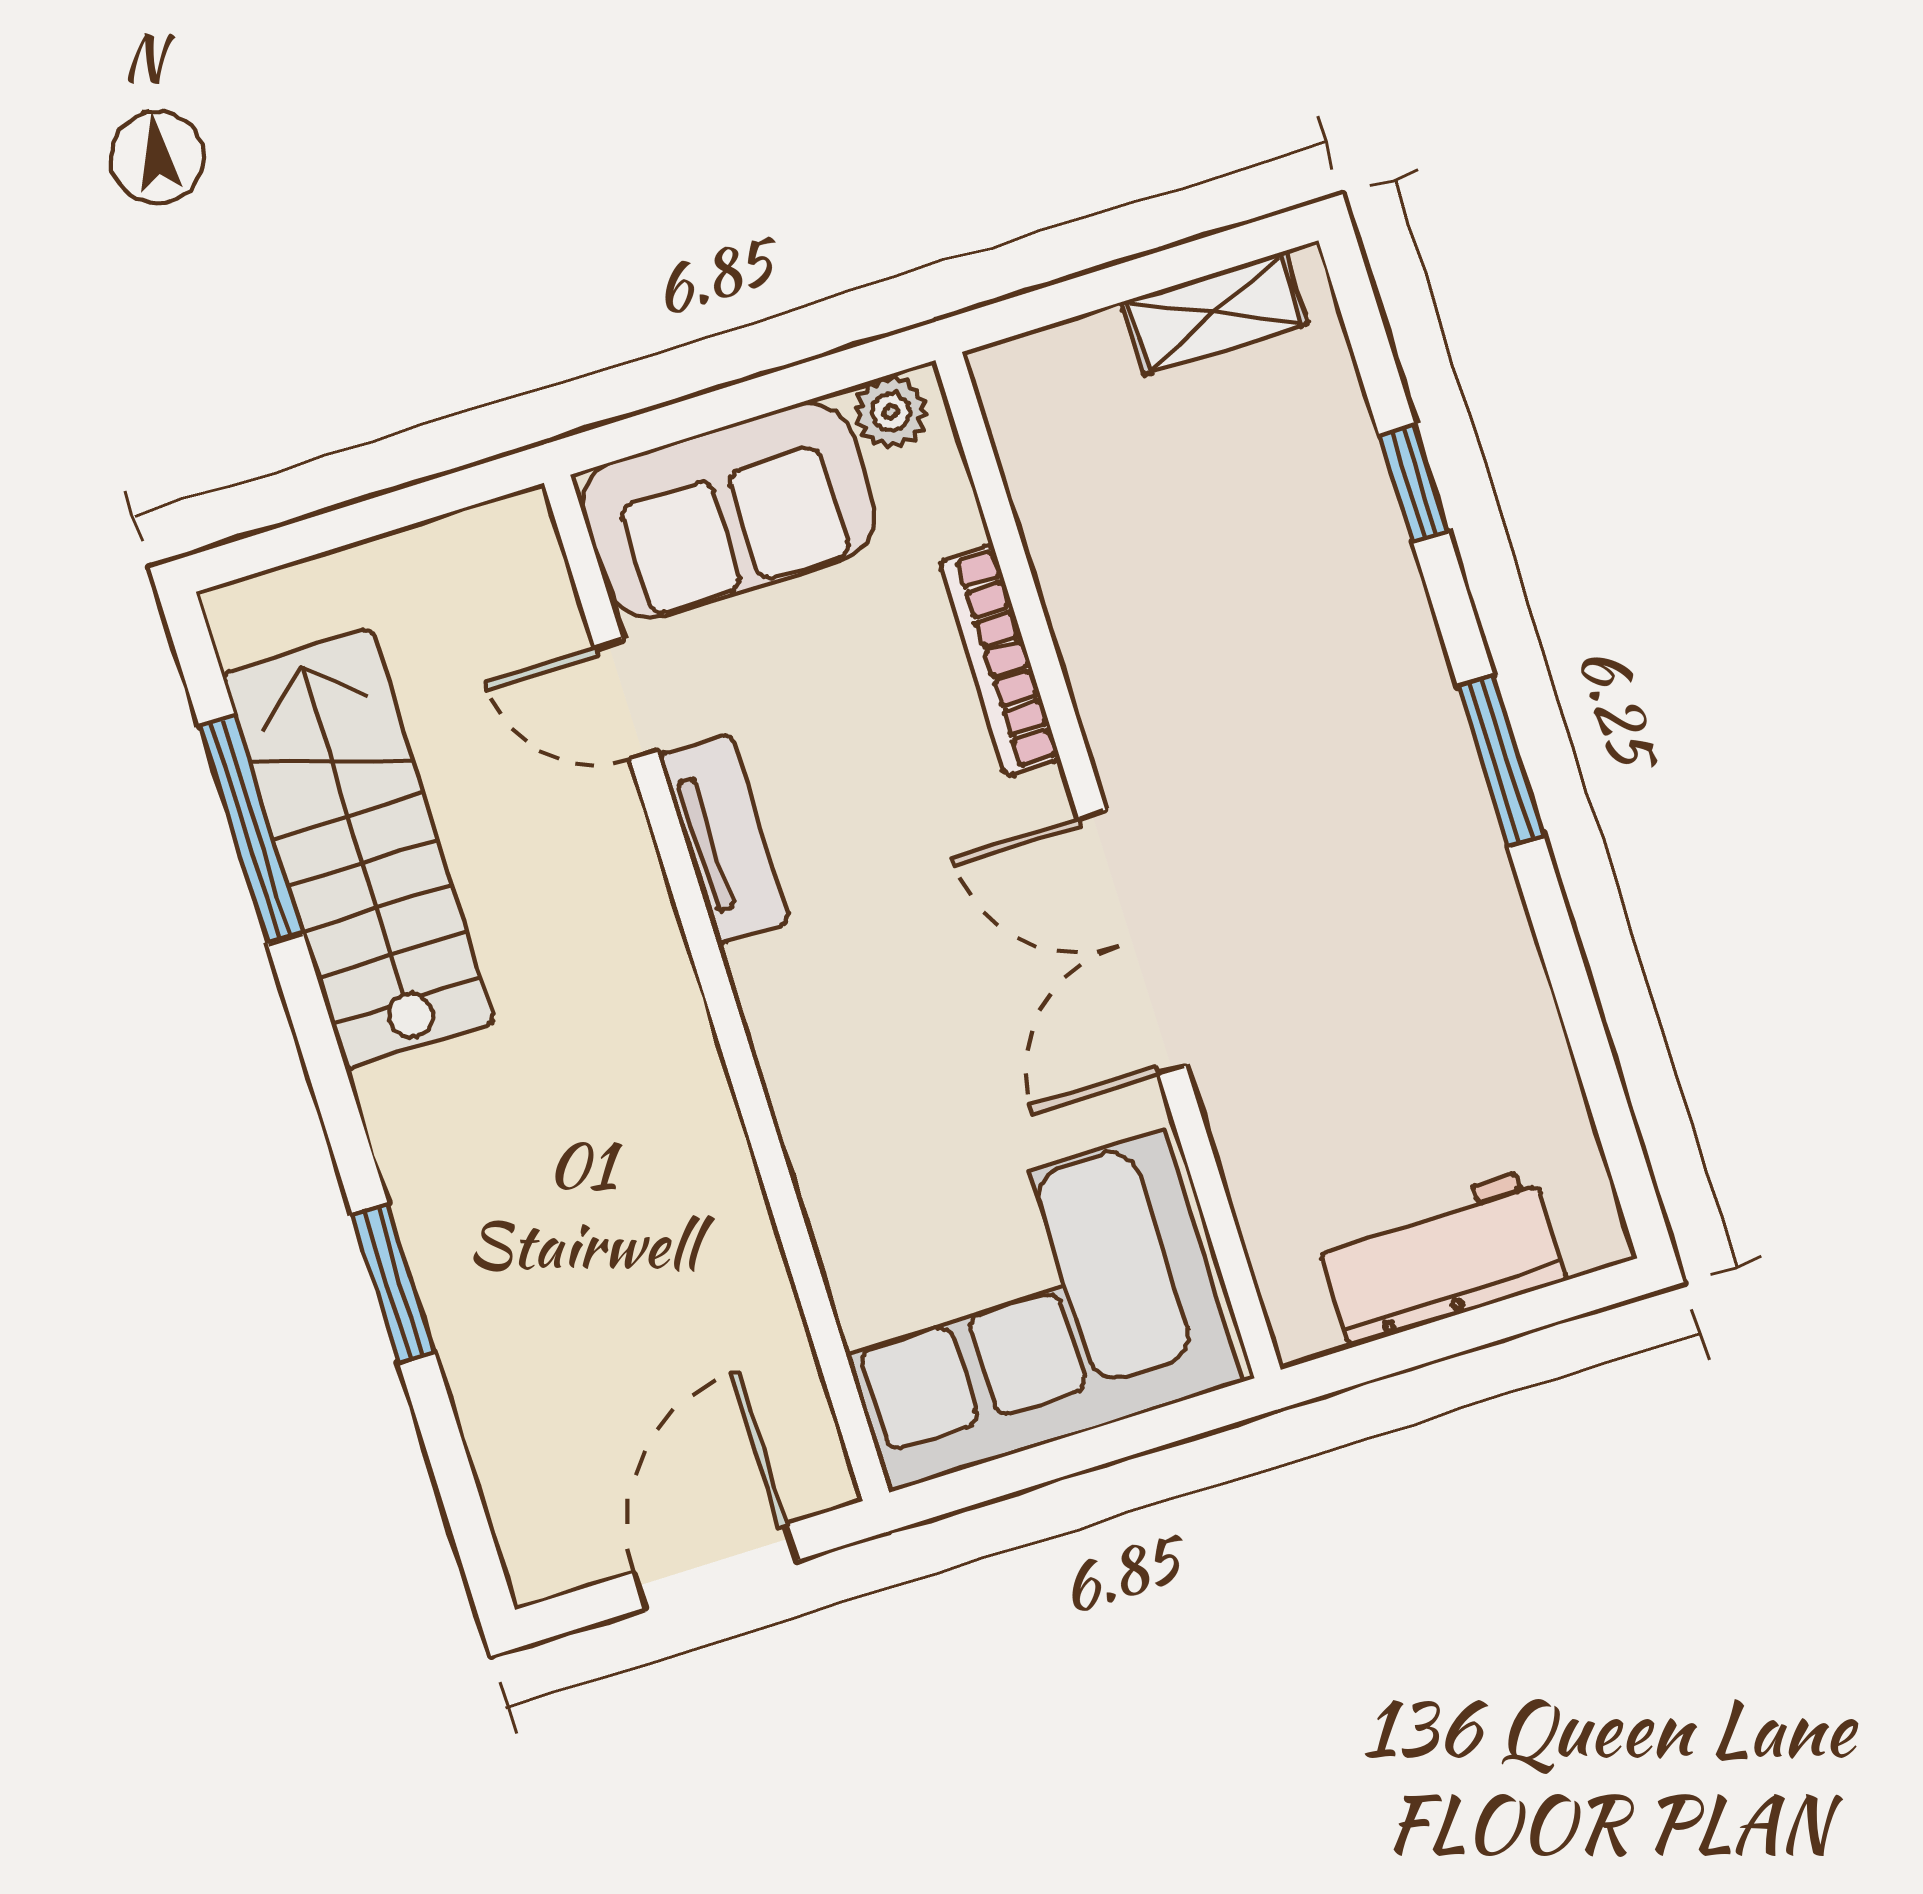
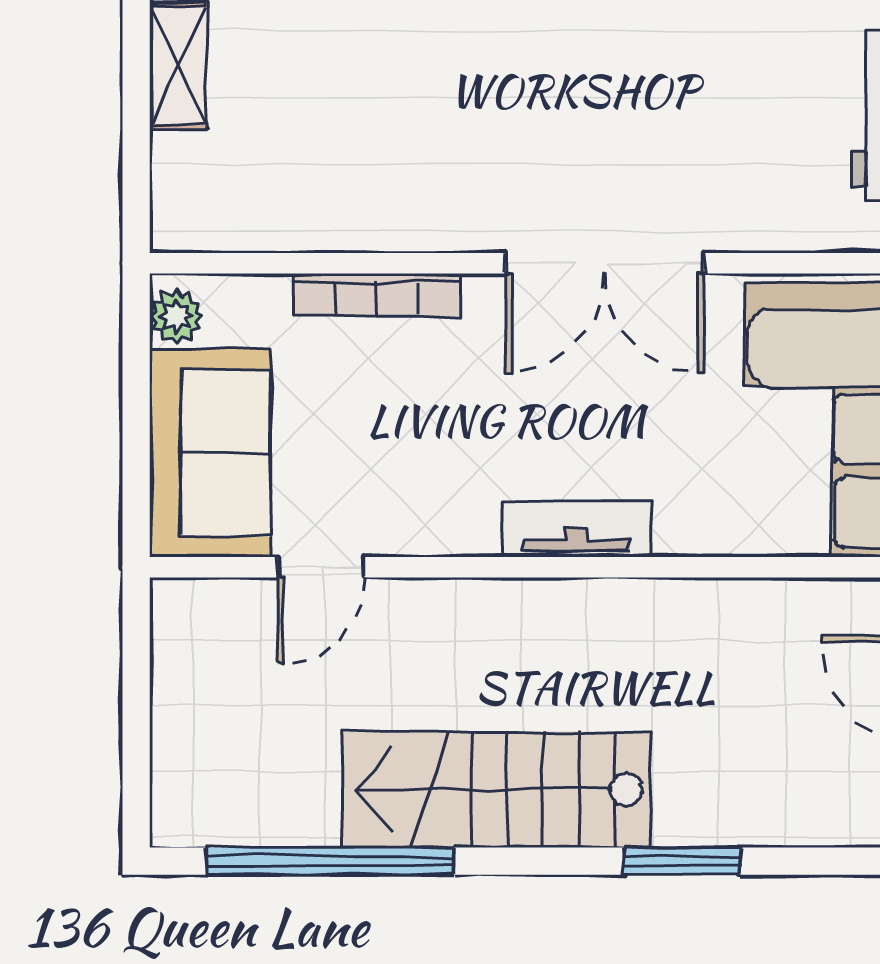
window: (251, 830) -> (330, 861), width x1.46
tv unit: (724, 839) -> (577, 529), moved
stairs: (359, 849) -> (497, 790), moved

